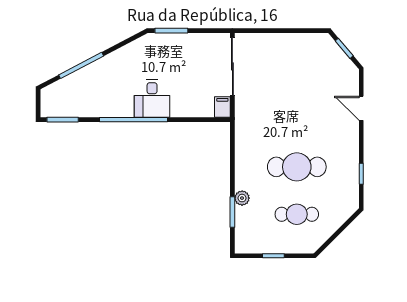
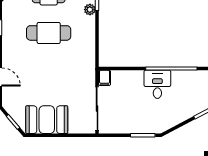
booth: (299, 51) -> (47, 120), added

